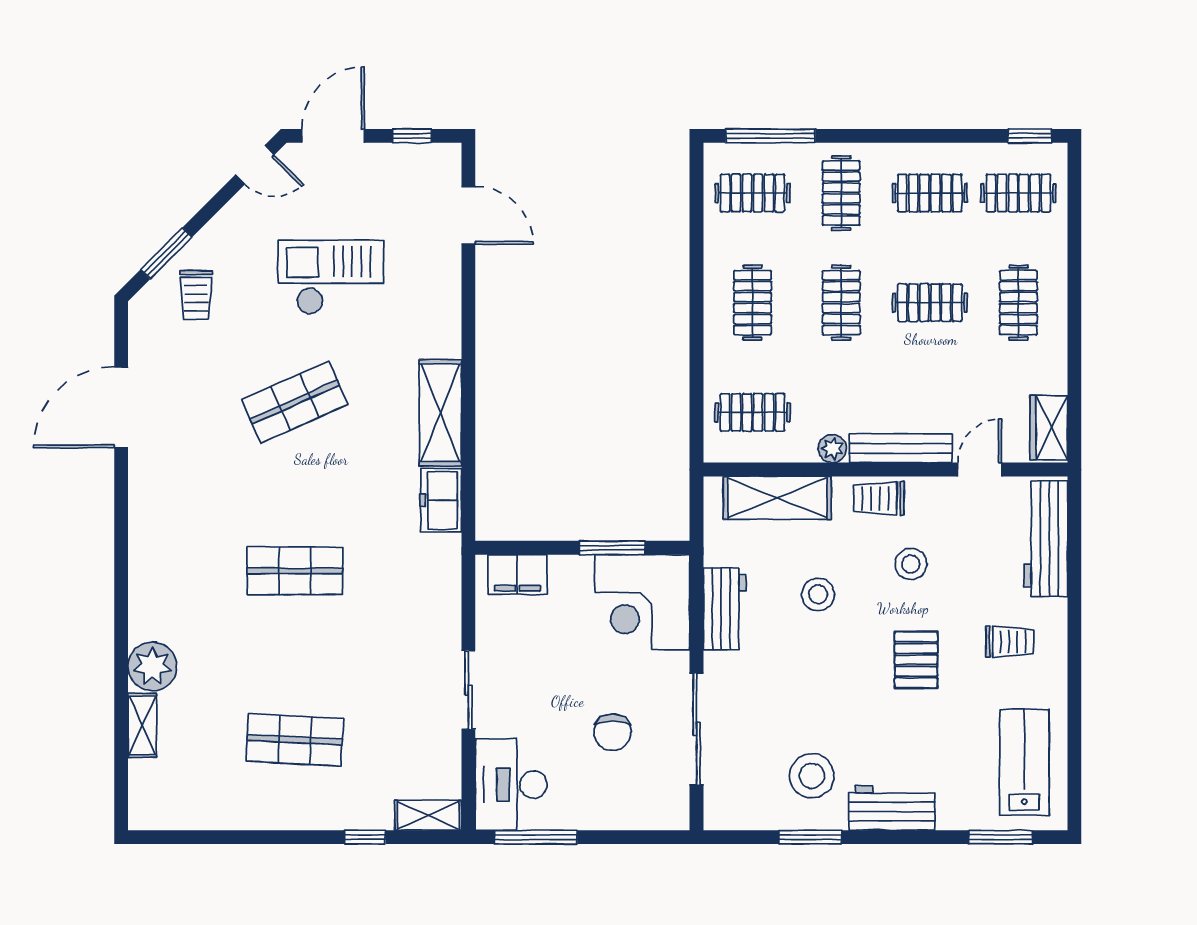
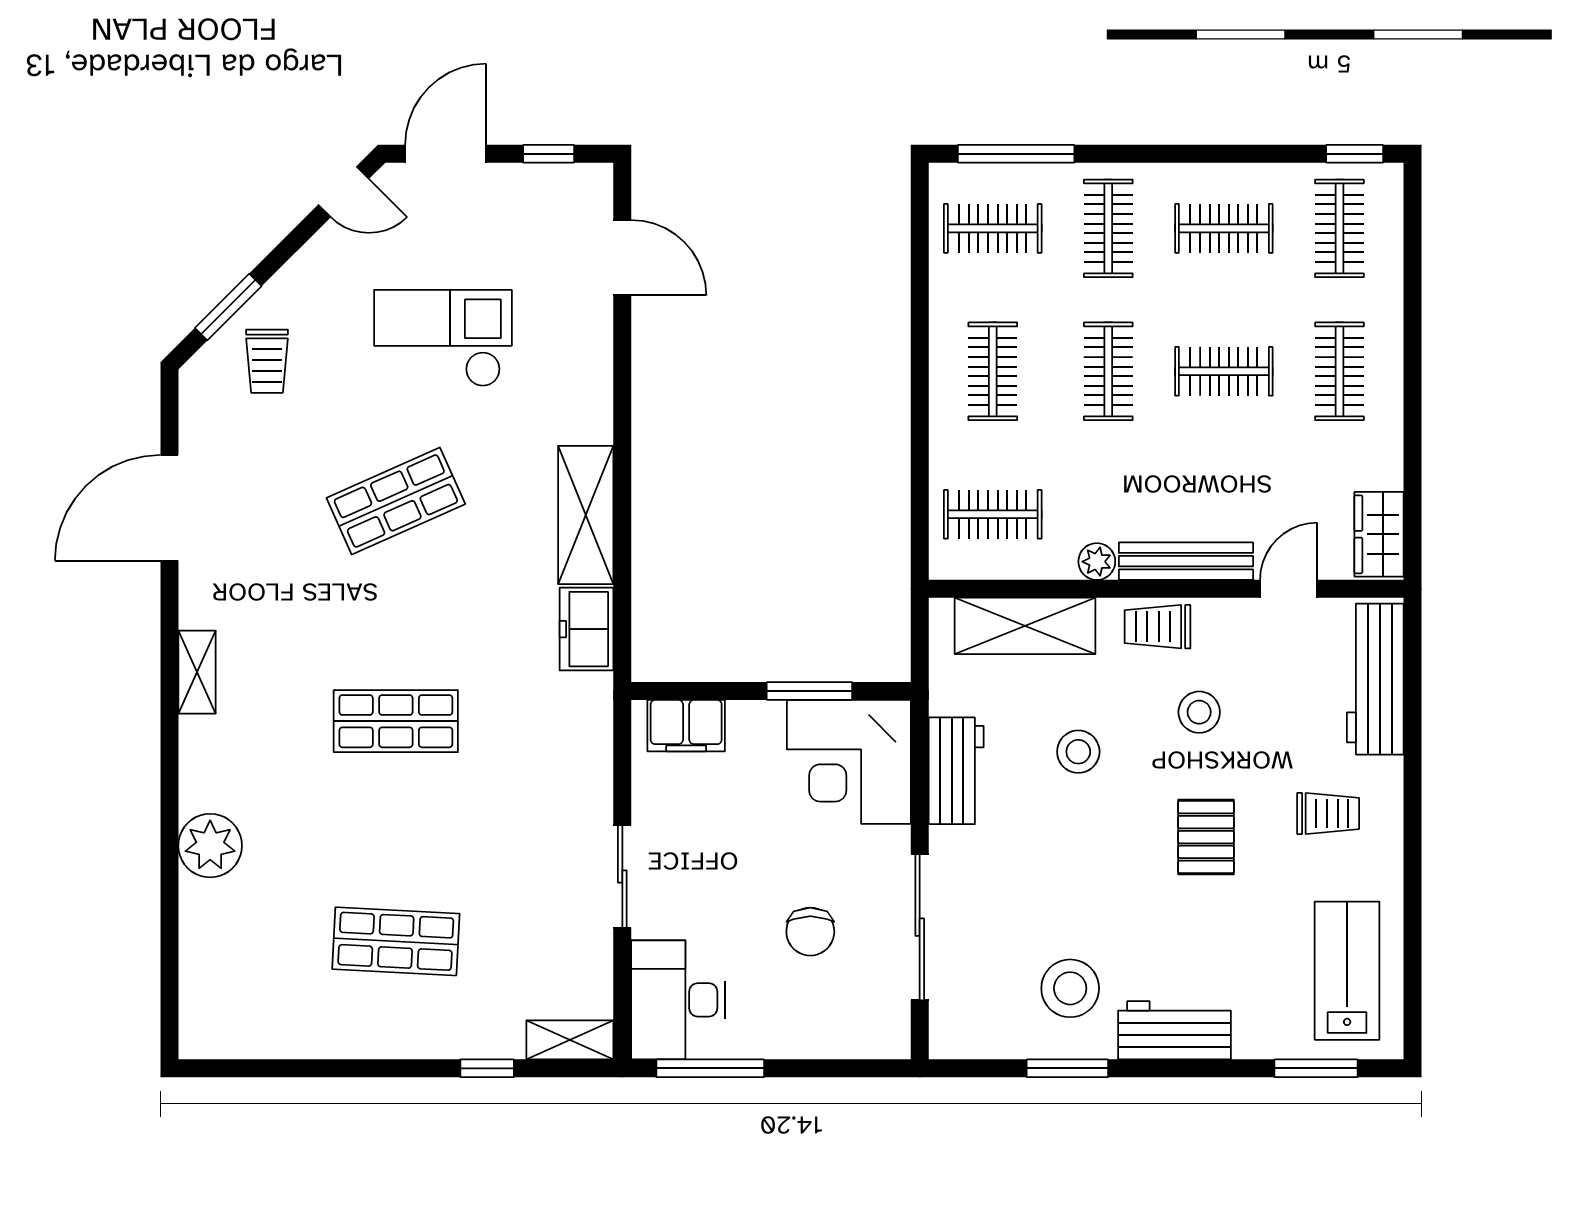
clothes rail: (1018, 193) -> (1339, 228), turned 90
shelving: (142, 725) -> (197, 672), moved

